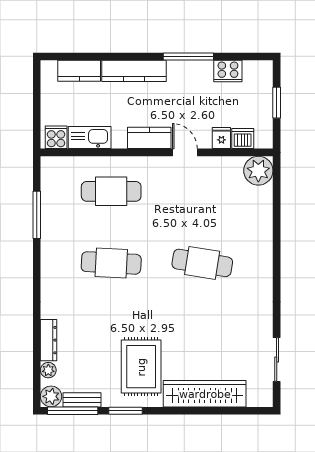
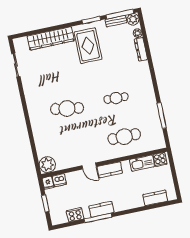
kitchen counter: (134, 71) -> (101, 209), moved, width x0.67
fridge: (221, 138) -> (48, 183), moved
cafe table: (111, 263) -> (116, 98), width x0.73, depth x0.74

